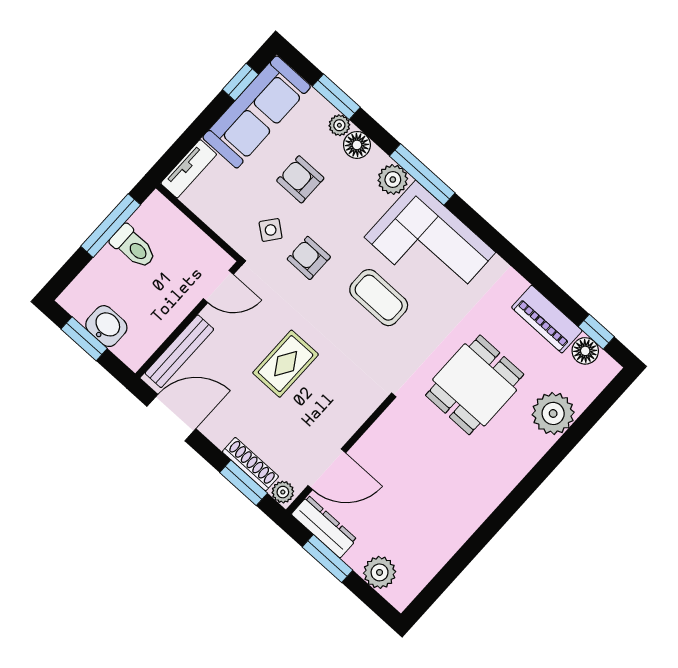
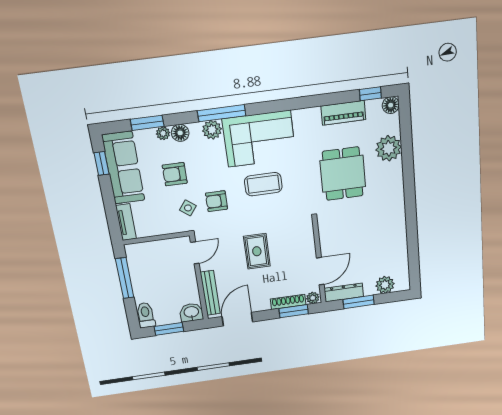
toilet: (133, 247) -> (146, 315), moved, turned -90
washbasin: (106, 326) -> (191, 312), moved
floor lamp: (585, 351) -> (391, 105), moved

